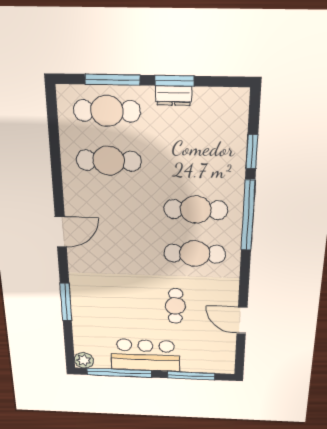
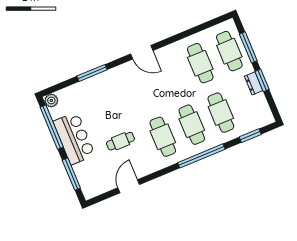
window: (252, 152) -> (250, 136), moved
cafe table: (197, 163) -> (221, 113), added

